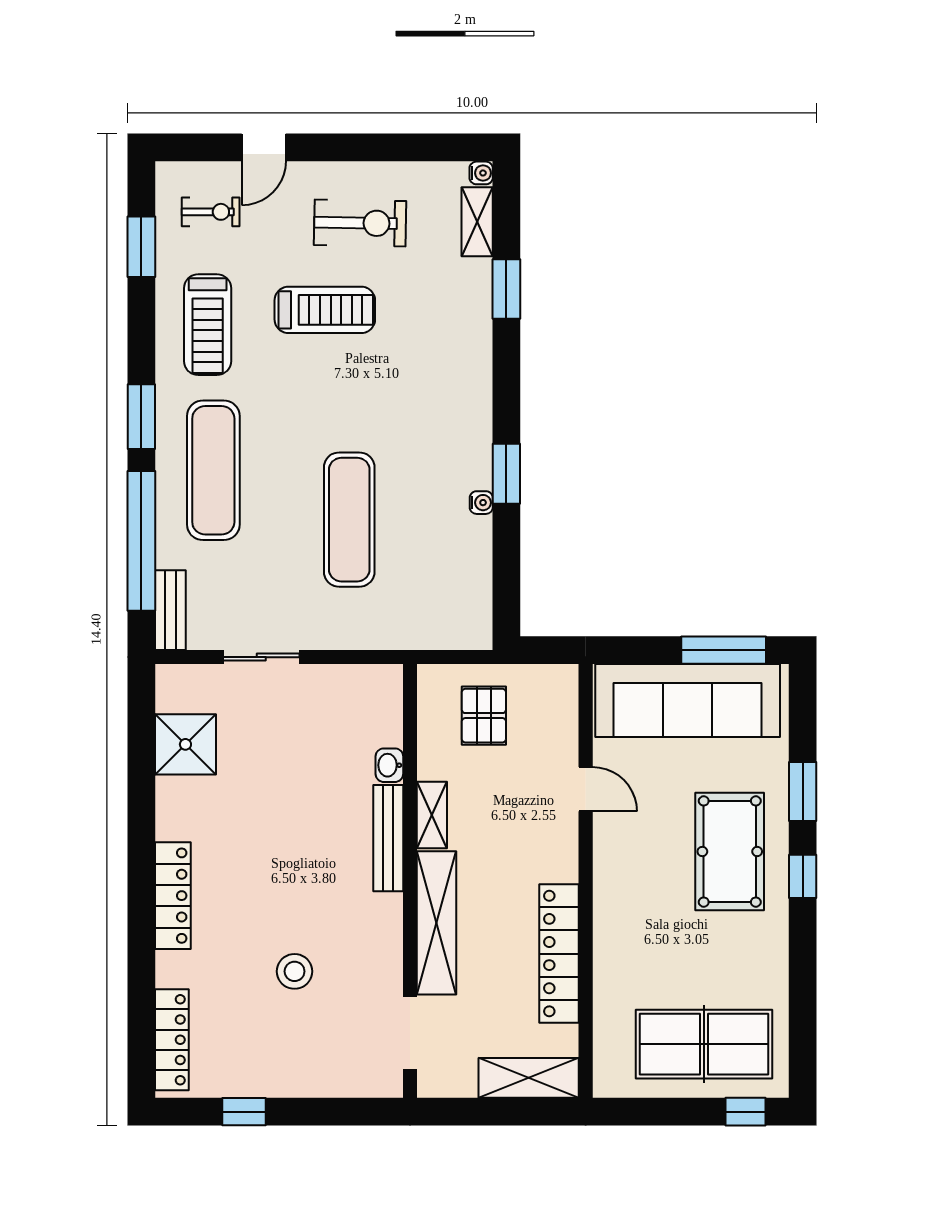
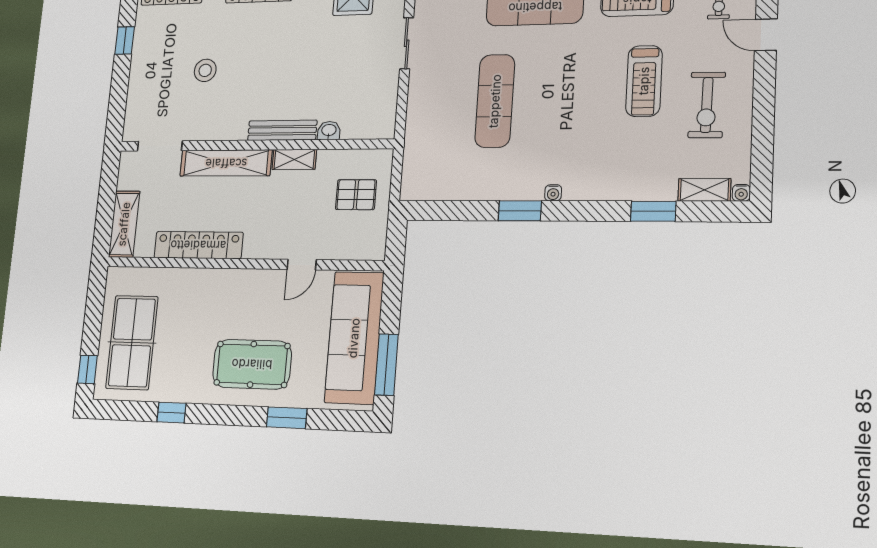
water cooler: (481, 503) -> (553, 193), moved
exercise mat: (349, 520) -> (495, 101), turned 90
window: (803, 876) -> (171, 413), moved

